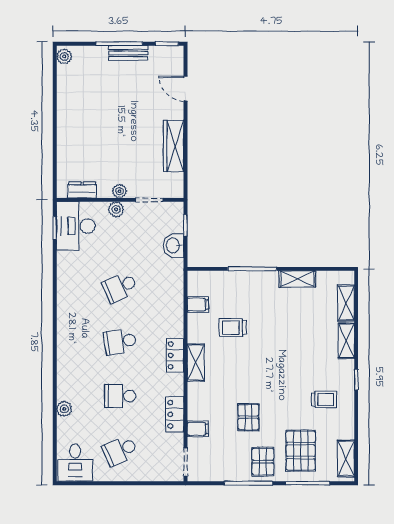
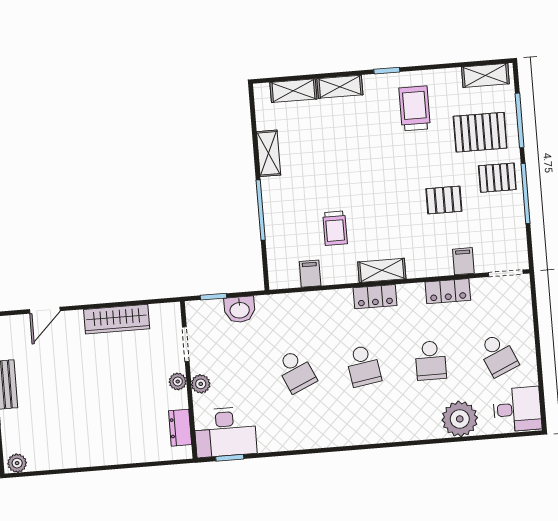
trolley: (324, 399) -> (415, 108), width x1.36, depth x1.39
plant: (64, 409) -> (460, 419), width x1.87, depth x1.87

